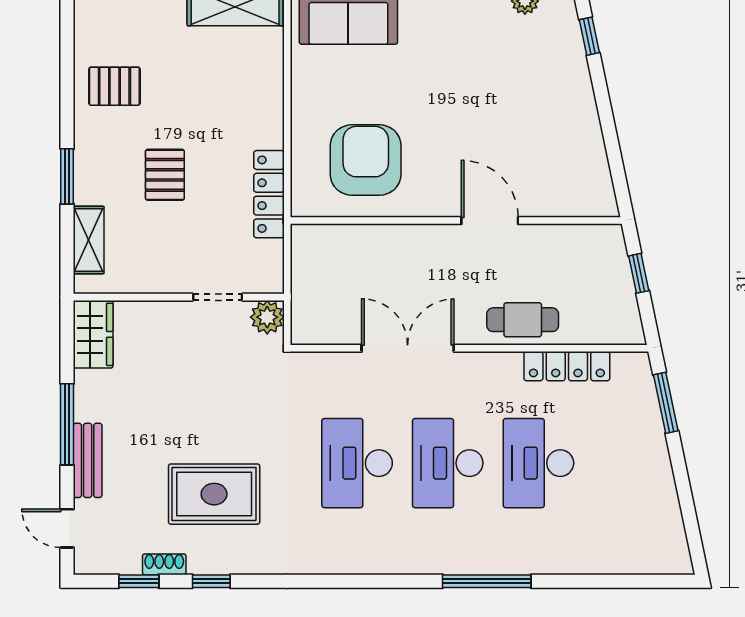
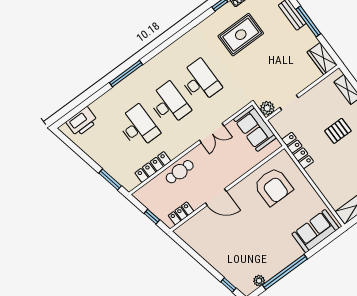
pallet: (165, 175) -> (338, 131), turned 90
locker: (579, 238) -> (181, 213), added
sofa: (319, 296) -> (255, 128), added
double door: (408, 348) -> (212, 133), width x0.73
printer: (638, 552) -> (82, 122), added

